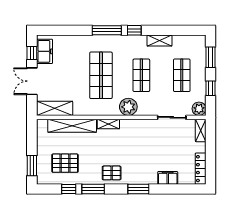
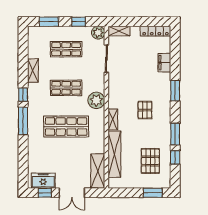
pallet: (112, 173) -> (145, 110), moved

